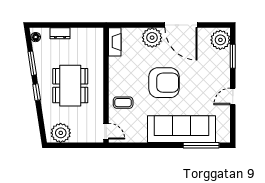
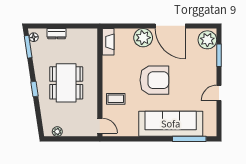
window: (32, 63) -> (28, 47), moved
plant: (61, 133) -> (57, 132), width x0.53, depth x0.53

